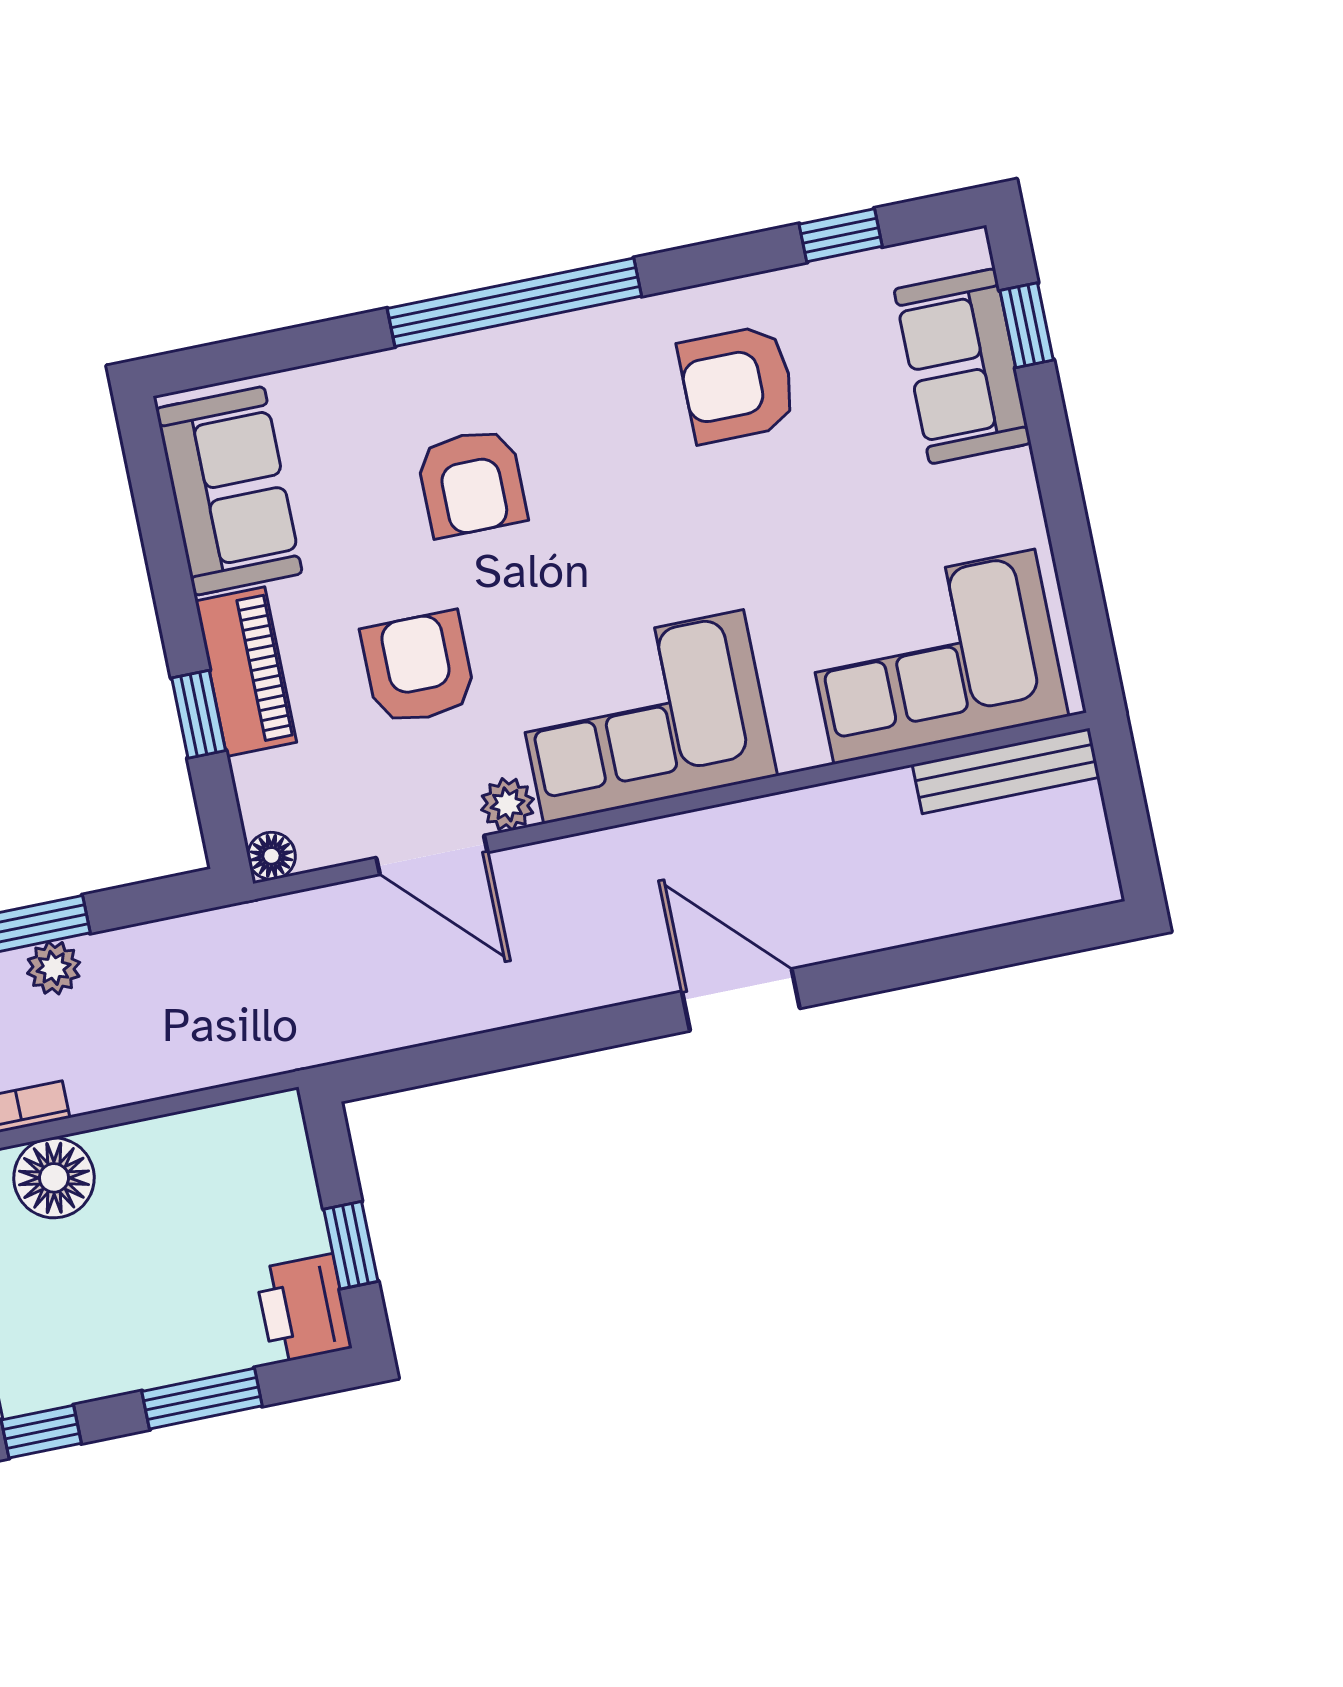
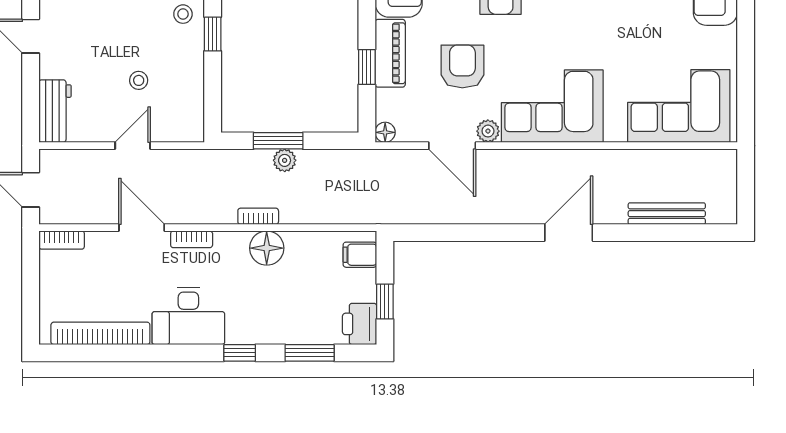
bench: (1006, 771) -> (667, 214), moved
door: (741, 1000) -> (569, 233), hinge flipped
filing cabinet: (271, 1149) -> (360, 255), added

